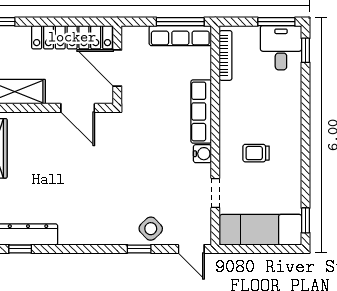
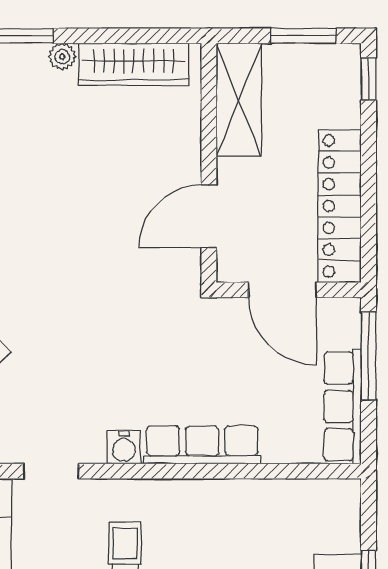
window: (180, 22) -> (369, 356), moved
bookcase: (226, 55) -> (306, 490), removed
door: (117, 68) -> (283, 290), swing flipped

